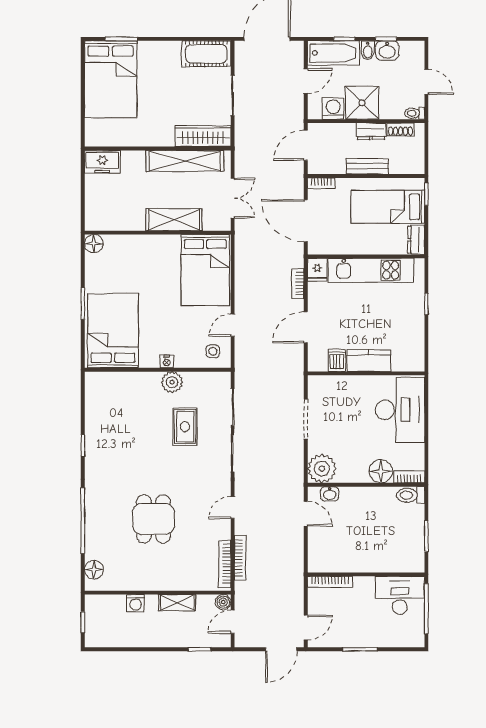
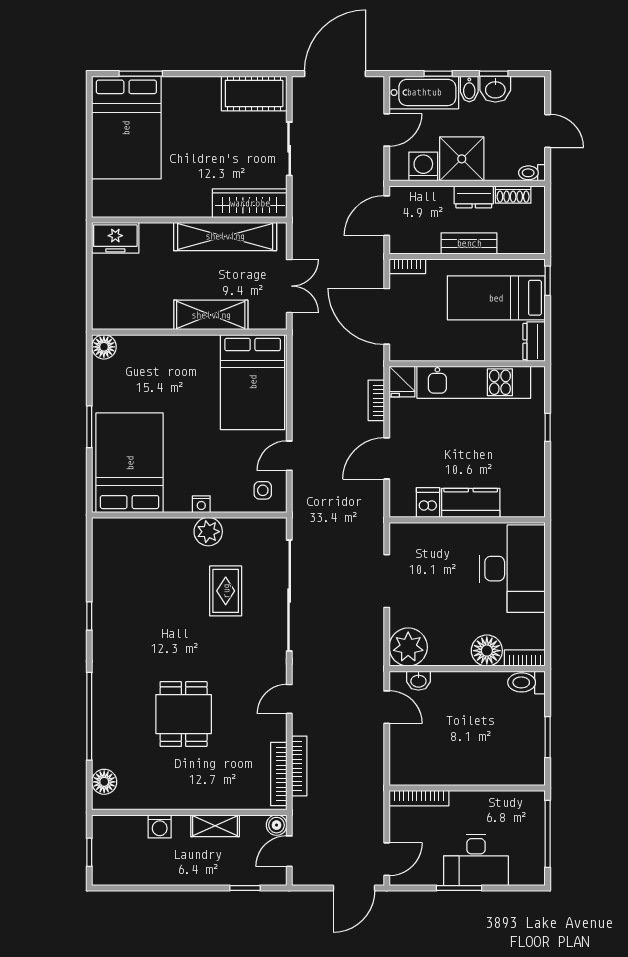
desk: (400, 595) -> (476, 860), moved, turned 180

